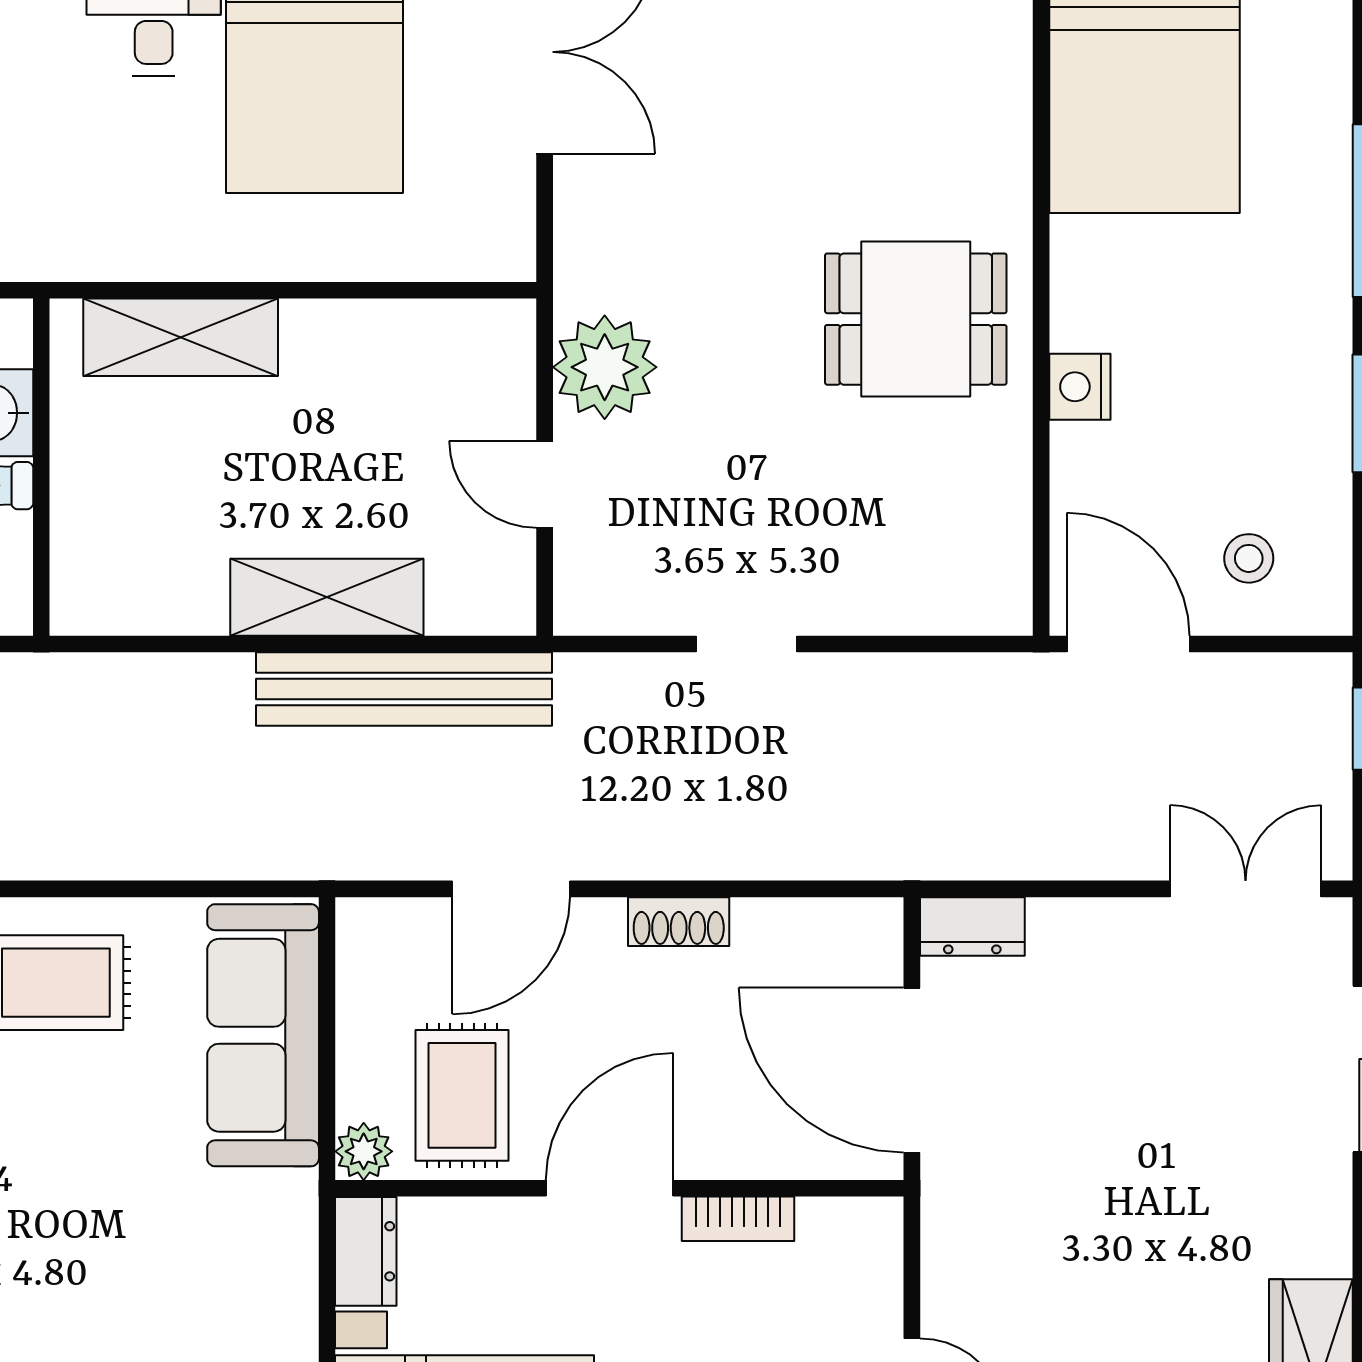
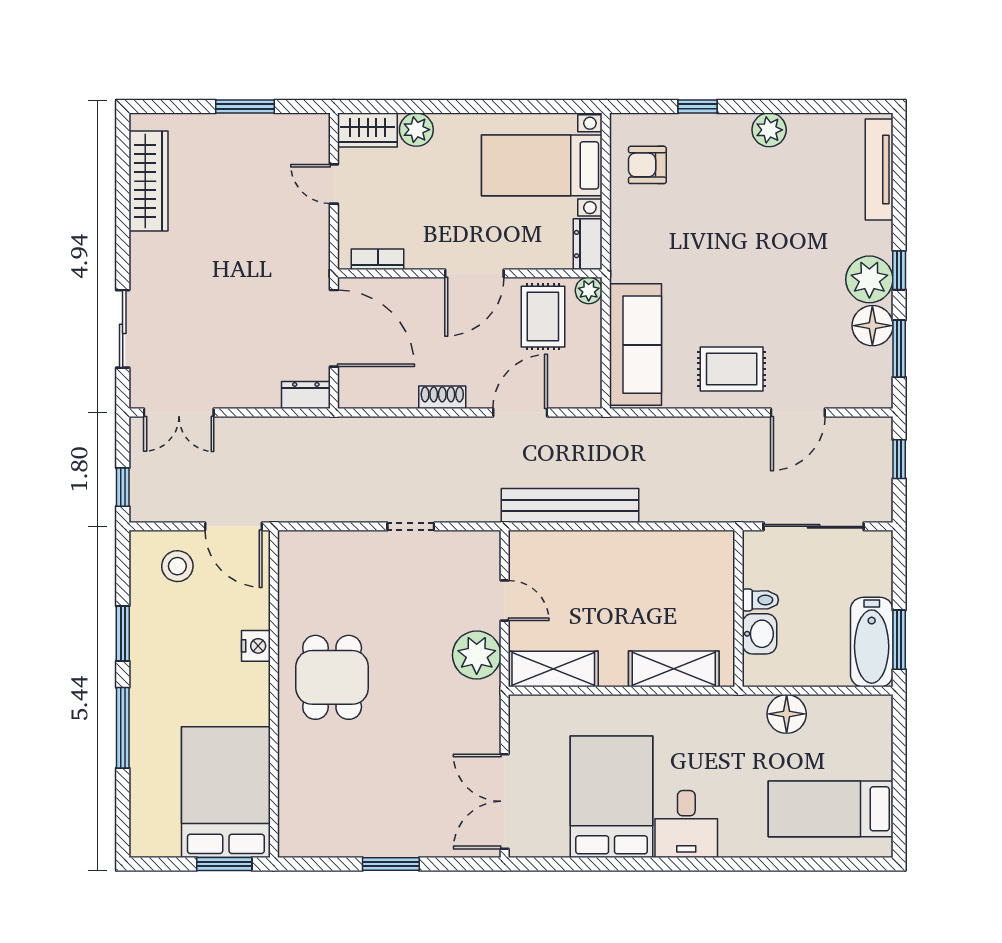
dining table: (916, 319) -> (332, 677), turned 90
stool: (1249, 558) -> (177, 566), width x1.37, depth x1.37
shelving: (327, 597) -> (553, 669), moved
bookcase: (738, 1219) -> (378, 259), moved

